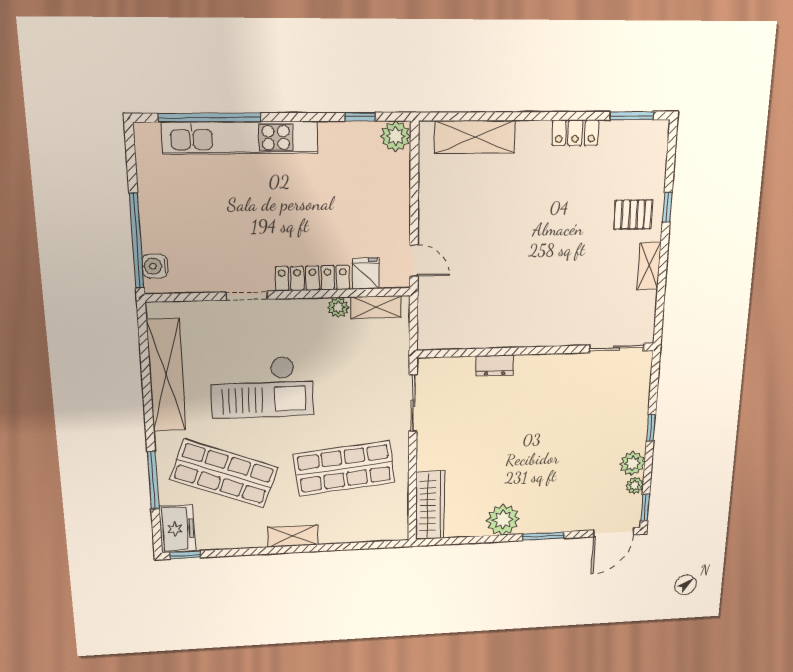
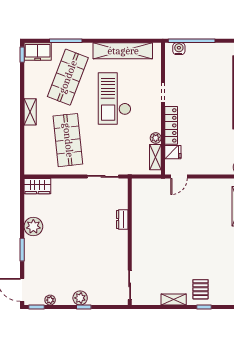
plant: (632, 463) -> (80, 298), moved
wardrobe: (430, 505) -> (37, 186), width x0.67

